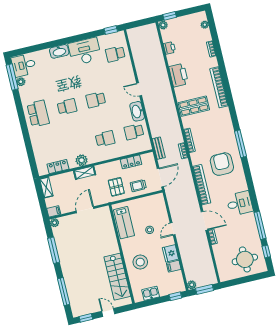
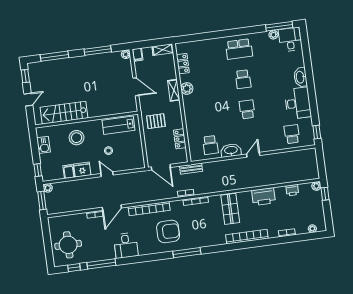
school desk: (134, 132) -> (210, 145), turned 180
school desk: (105, 139) -> (206, 115), removed
trolley: (138, 186) -> (155, 144), removed

